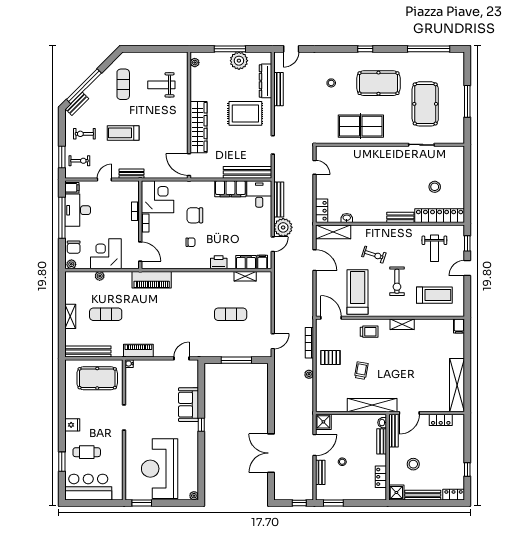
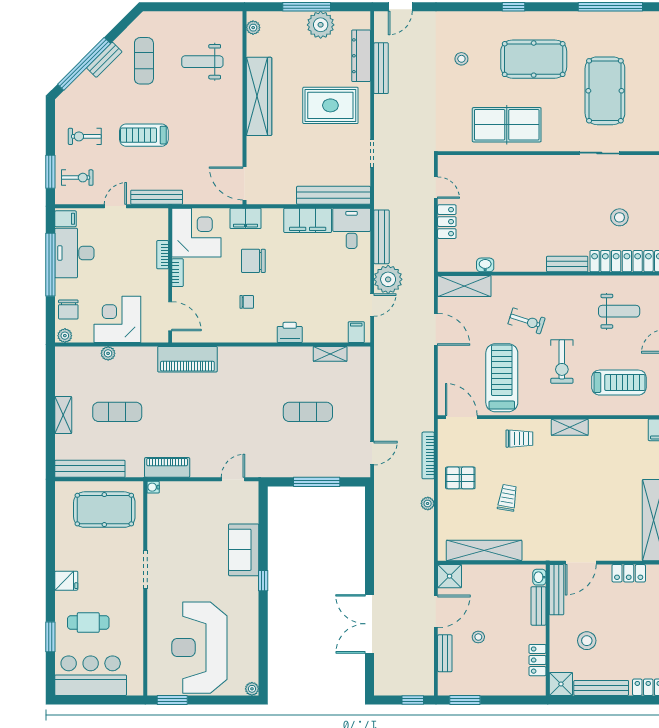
bench: (77, 104) -> (104, 60), moved
wardrobe: (199, 127) -> (259, 96), moved
bench: (132, 174) -> (157, 197), width x1.36
locker: (322, 211) -> (447, 222), moved
weight bench: (434, 248) -> (619, 311), turned -90
filing cabinet: (246, 262) -> (246, 218), moved, turned 180
shelving: (372, 405) -> (484, 551), moved

